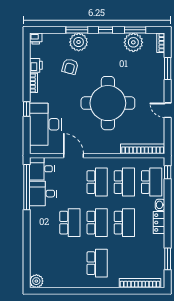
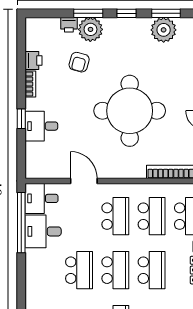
printer: (36, 38) -> (69, 25), moved
desk: (45, 124) -> (41, 126), width x0.53, depth x0.77

